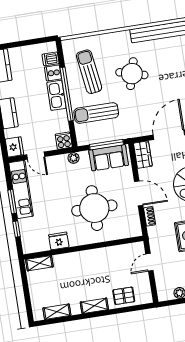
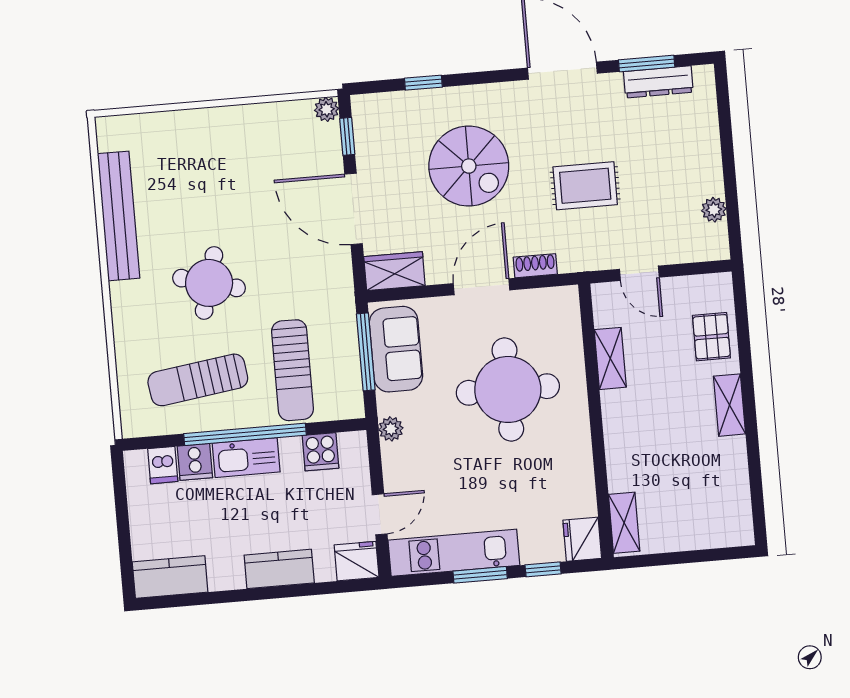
cooker: (64, 141) -> (321, 452), moved, turned -90
fridge: (59, 241) -> (582, 539), moved
shelving: (57, 312) -> (610, 358), moved

